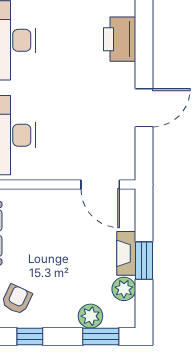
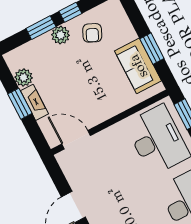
plant: (90, 316) -> (61, 35), moved
window: (101, 337) -> (41, 28), moved

